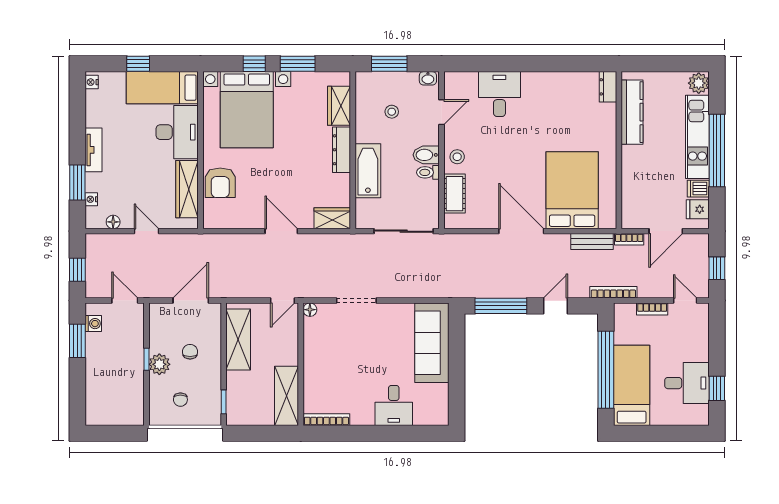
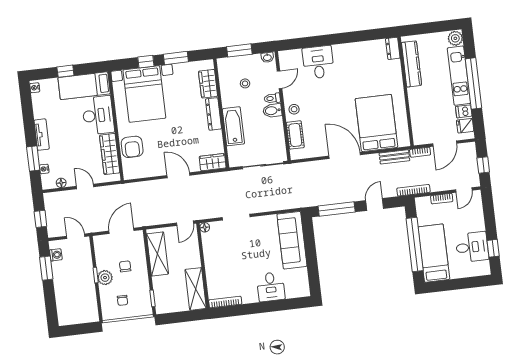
toilet: (428, 172) -> (272, 98), moved
door: (685, 301) -> (464, 190), swing flipped

